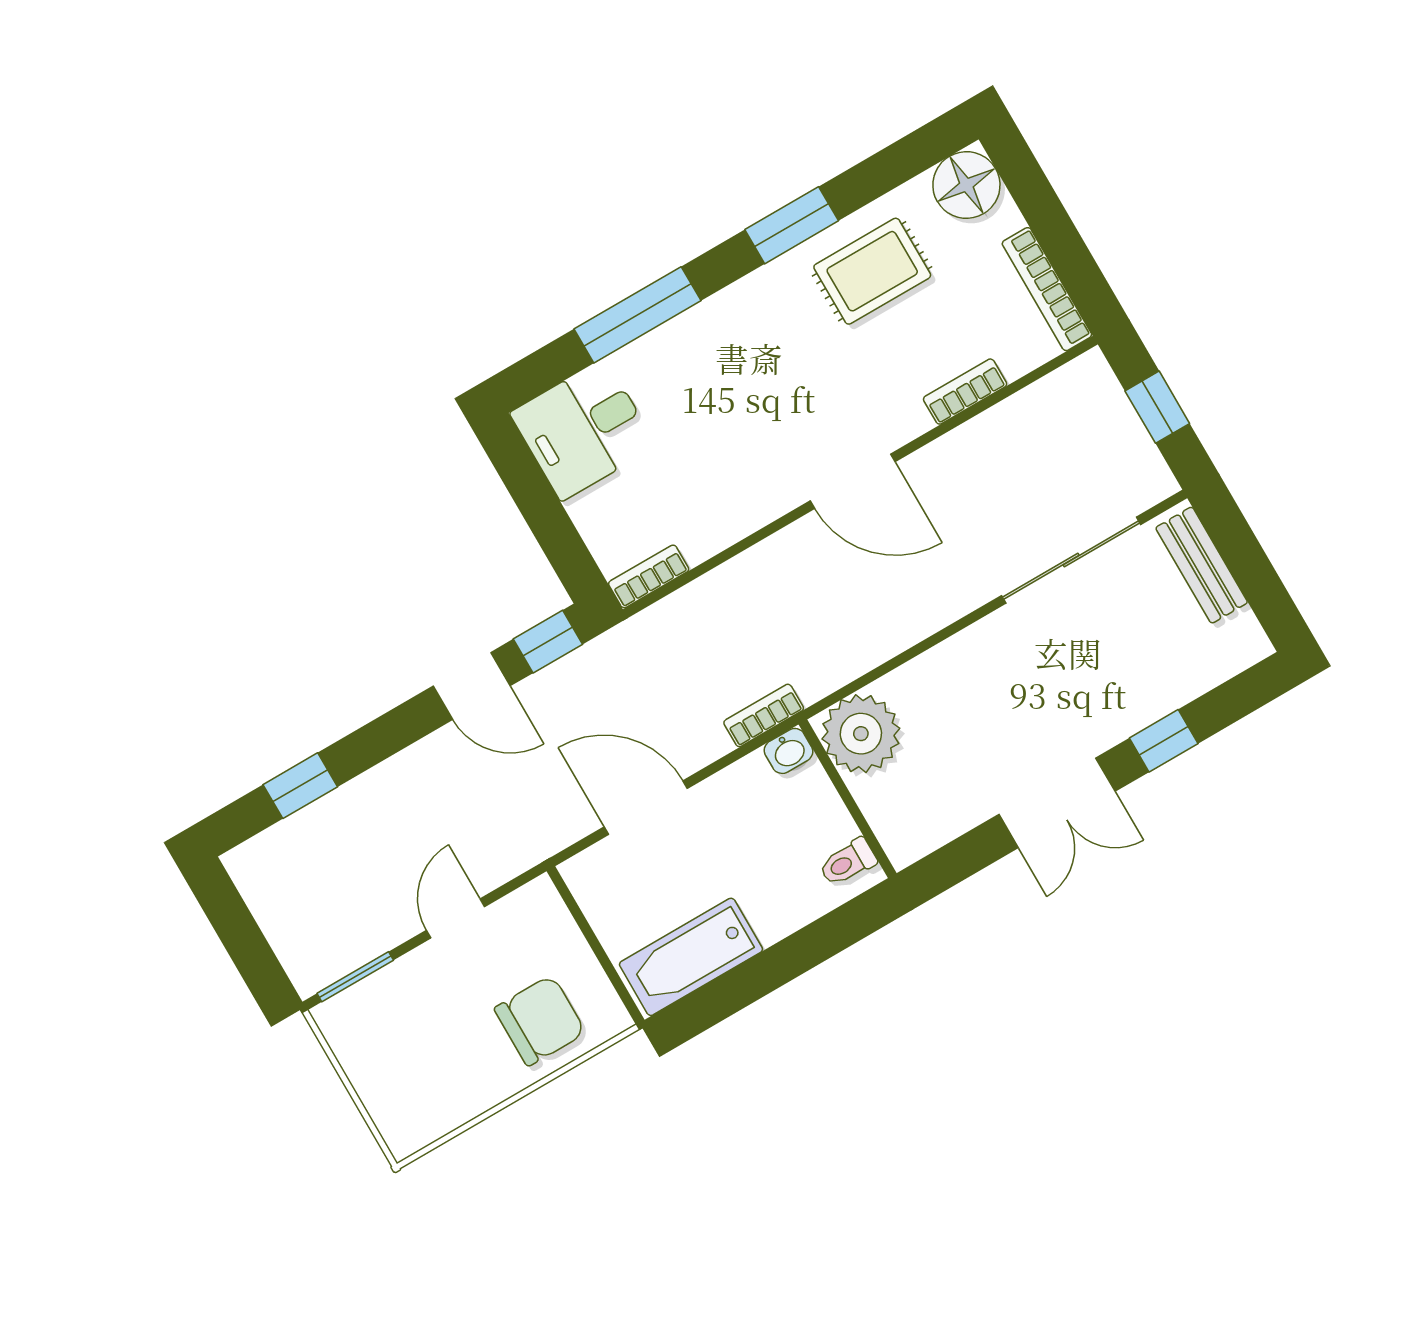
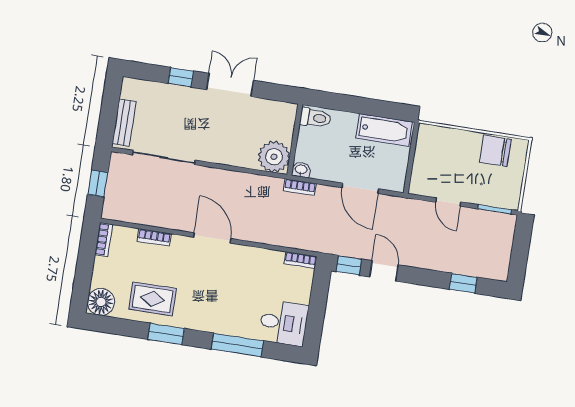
bookcase: (1047, 289) -> (104, 240), width x0.64
toilet: (848, 862) -> (315, 118), width x1.37, depth x1.39
door: (455, 918) -> (448, 202), hinge flipped
chair: (540, 1021) -> (495, 151), moved

